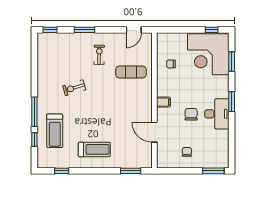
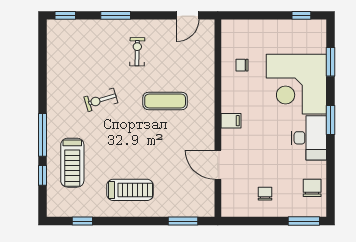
corner desk: (208, 54) -> (296, 84), moved
exercise mat: (131, 72) -> (165, 101), moved
chair: (191, 114) -> (312, 188), moved

